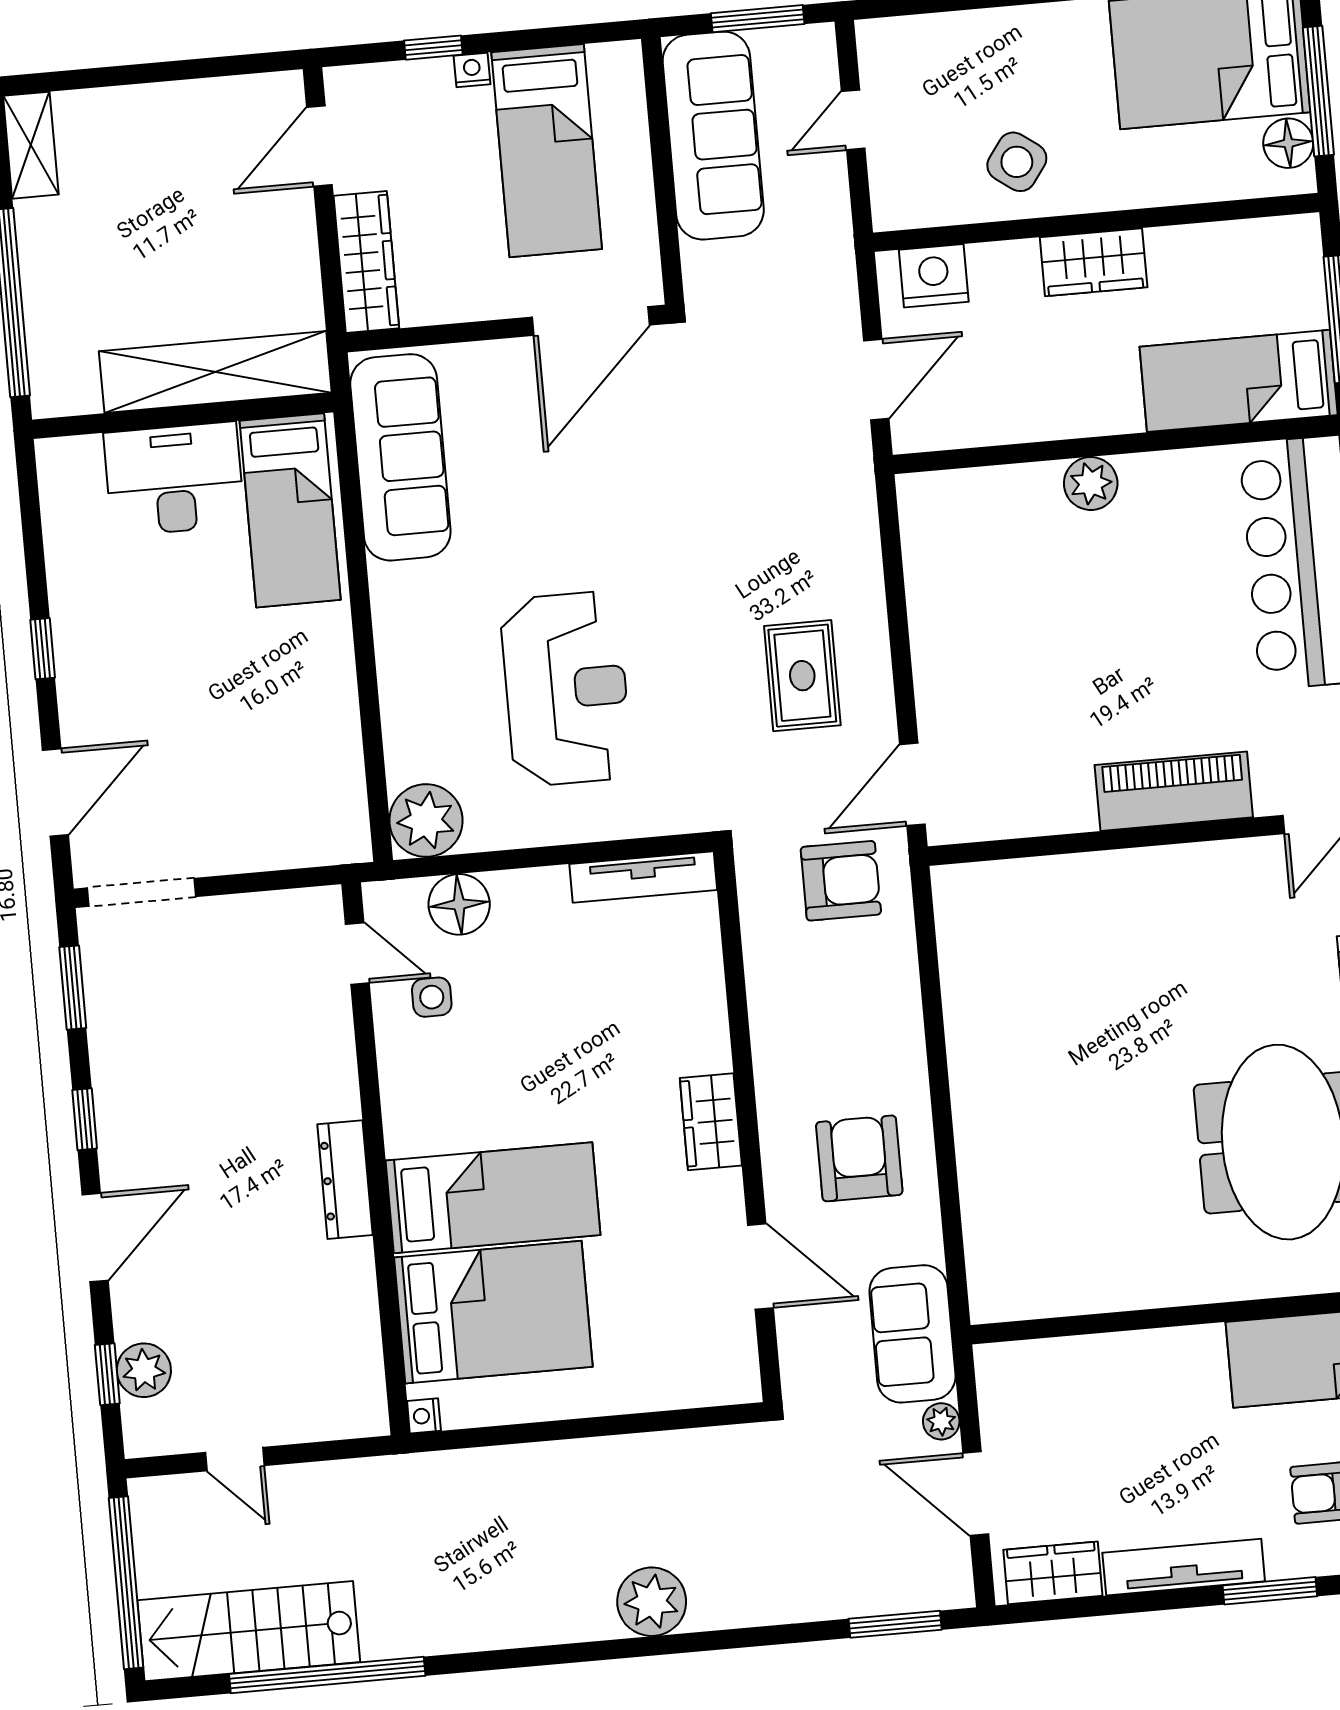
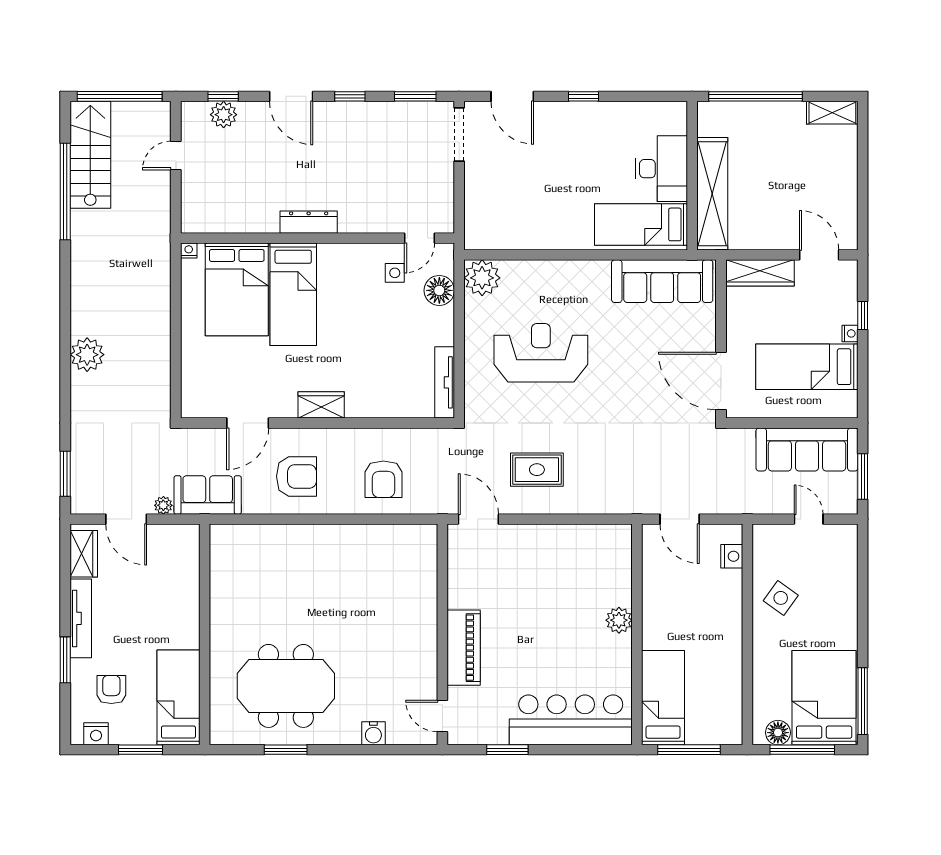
wardrobe: (1094, 262) -> (728, 631), removed
nightstand: (934, 276) -> (732, 556), width x0.74, depth x0.75
reception desk: (566, 689) -> (541, 353), turned 180
armchair: (841, 881) -> (383, 479), moved
door: (976, 1494) -> (126, 519), swing flipped

